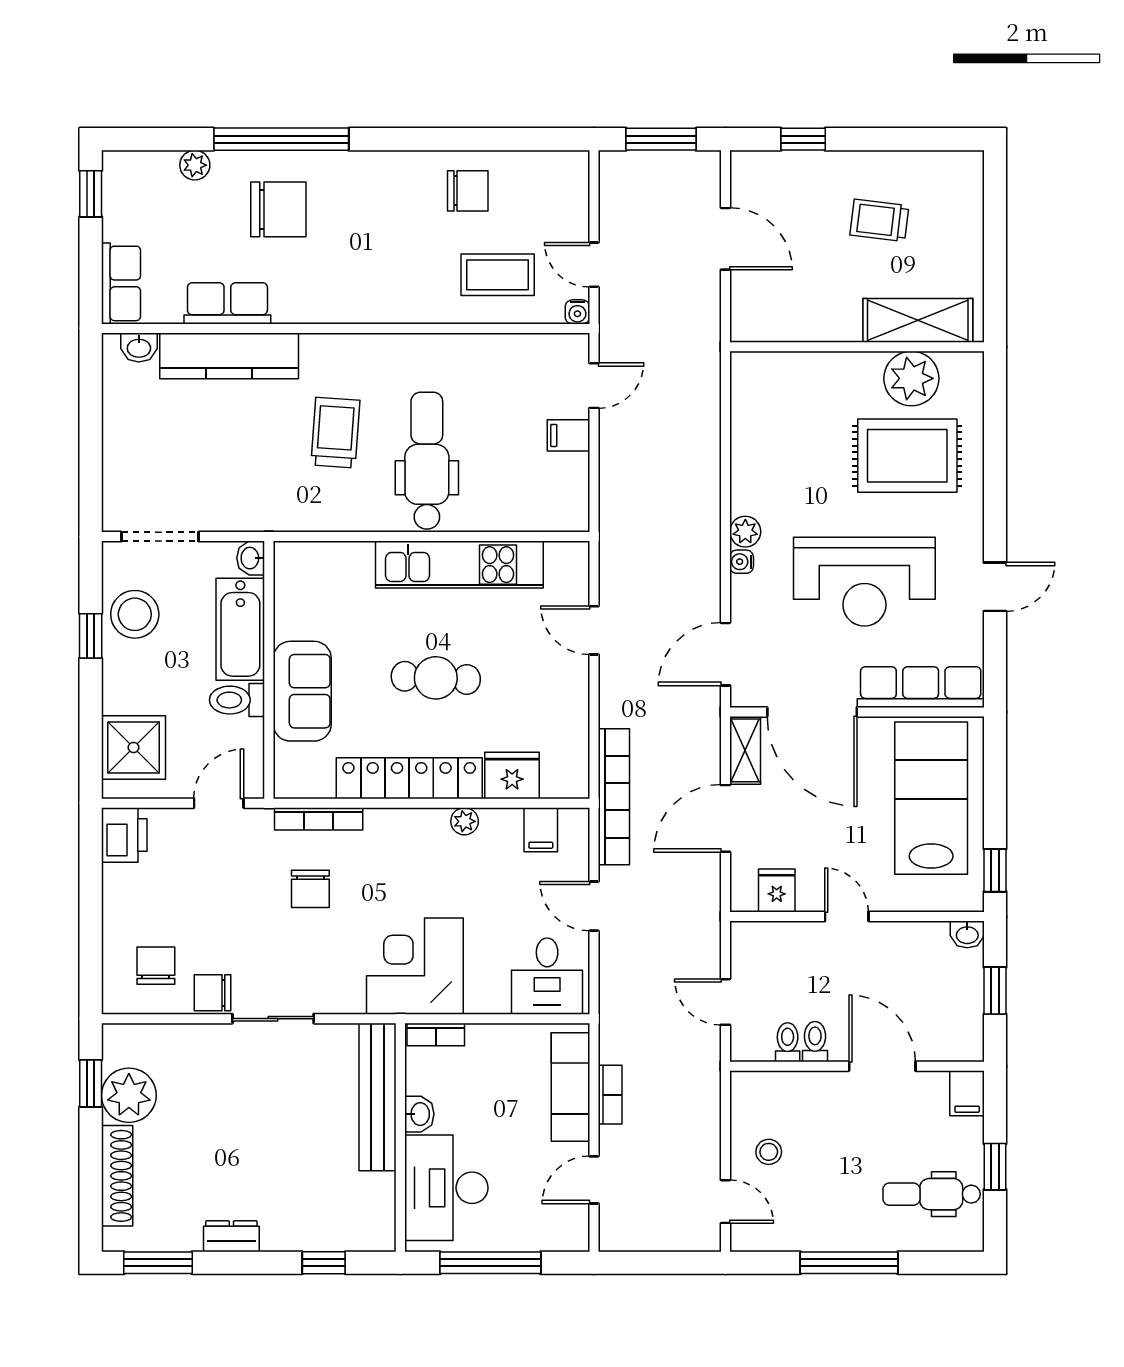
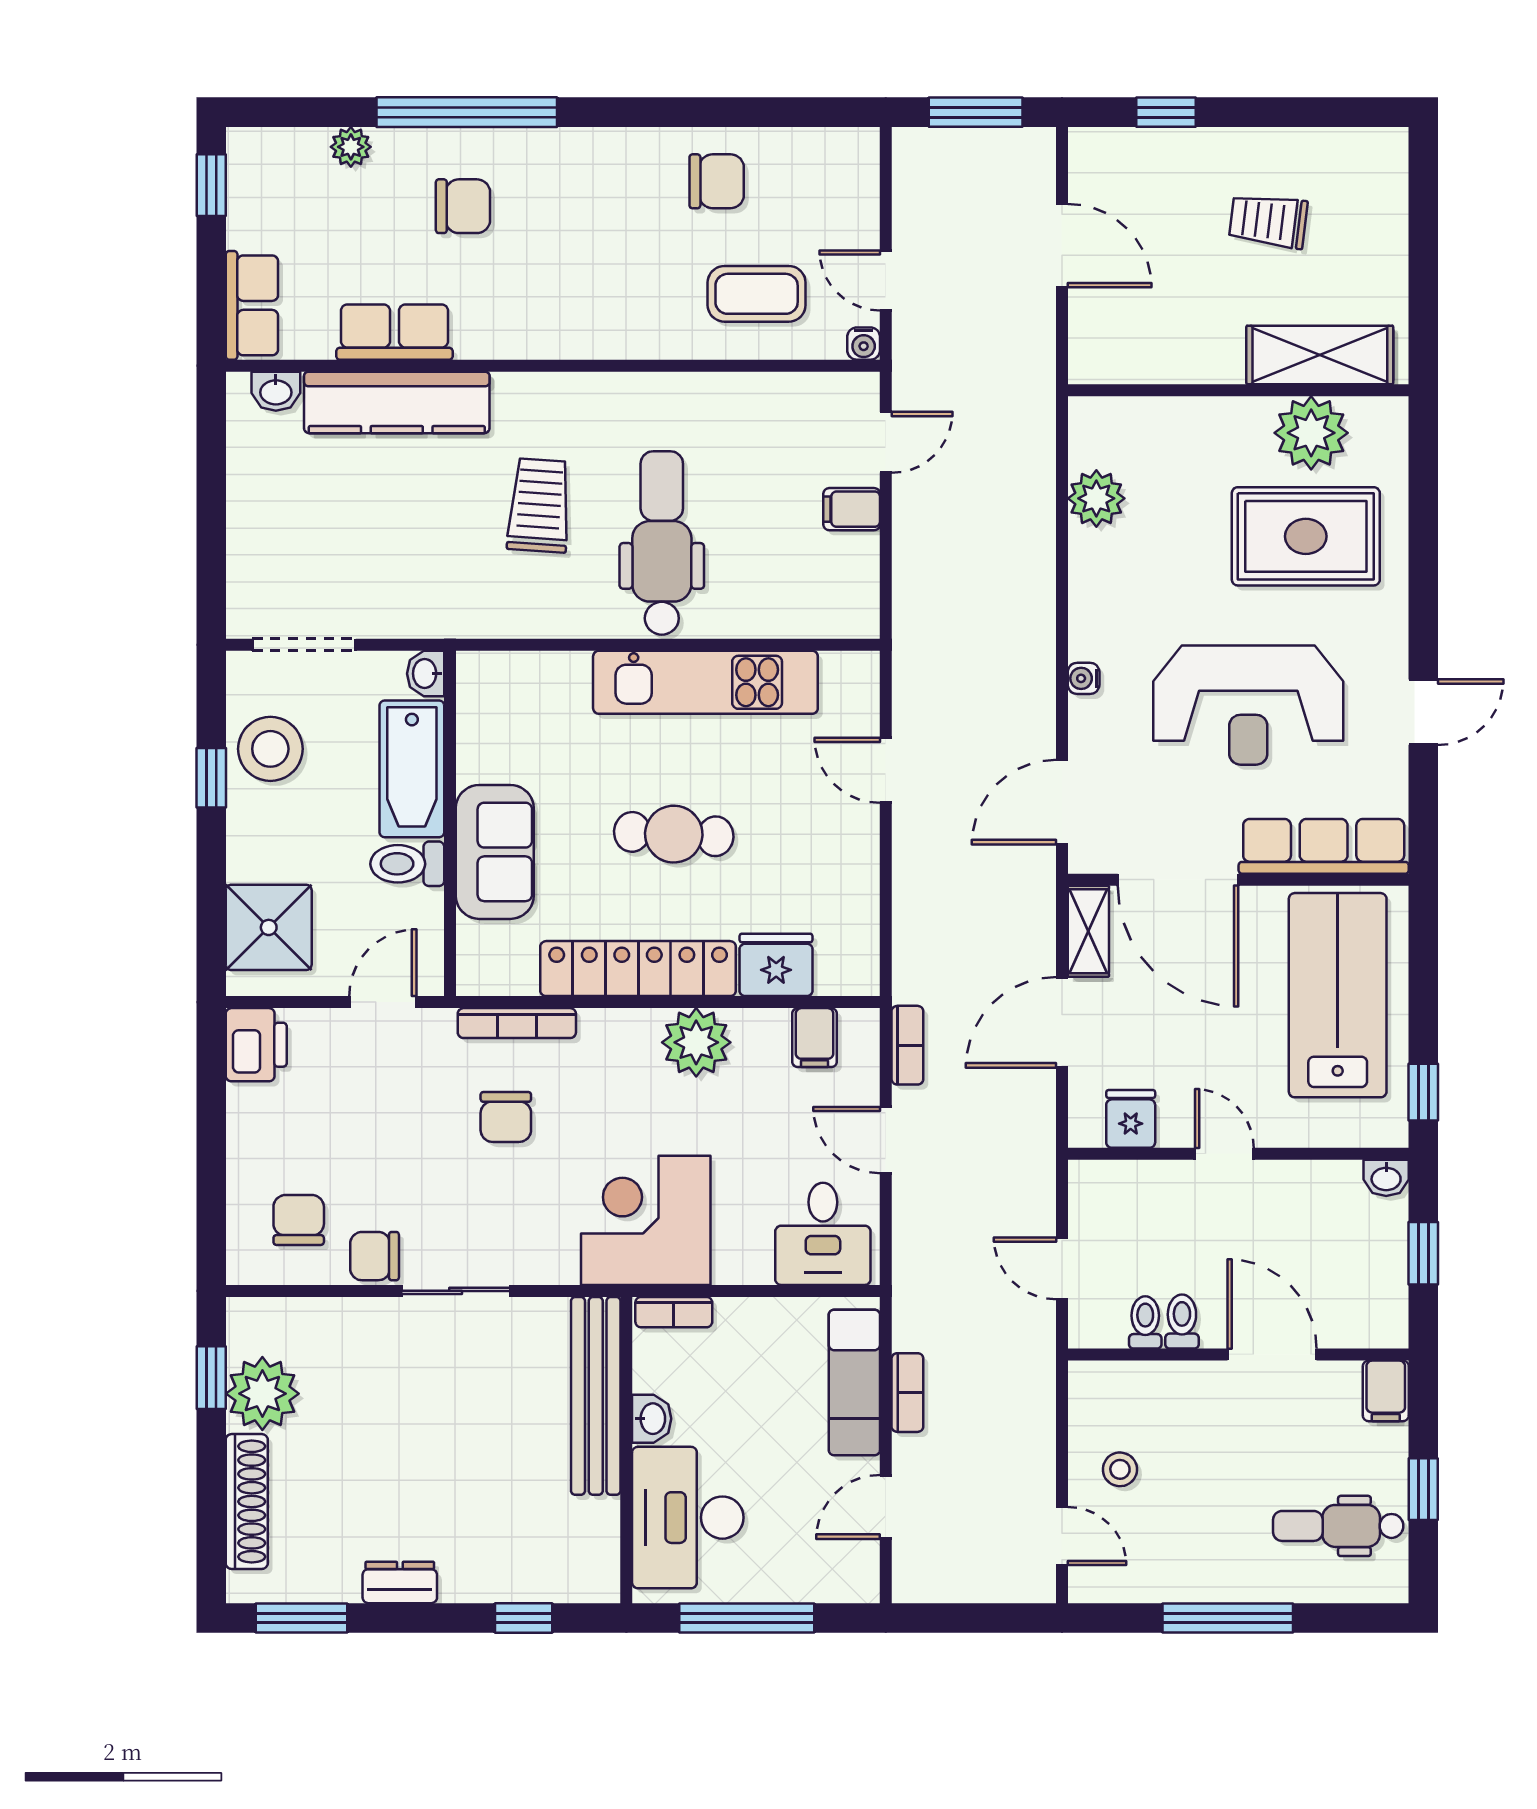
chair: (278, 209) -> (463, 206), width x0.73, depth x0.73
plant: (745, 532) -> (1096, 498), moved, width x1.38, depth x1.38
bookcase: (614, 797) -> (907, 1045), width x0.43, depth x0.76
plant: (465, 821) -> (696, 1042), width x1.87, depth x1.87

